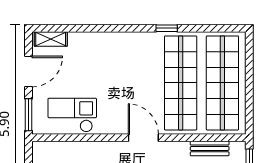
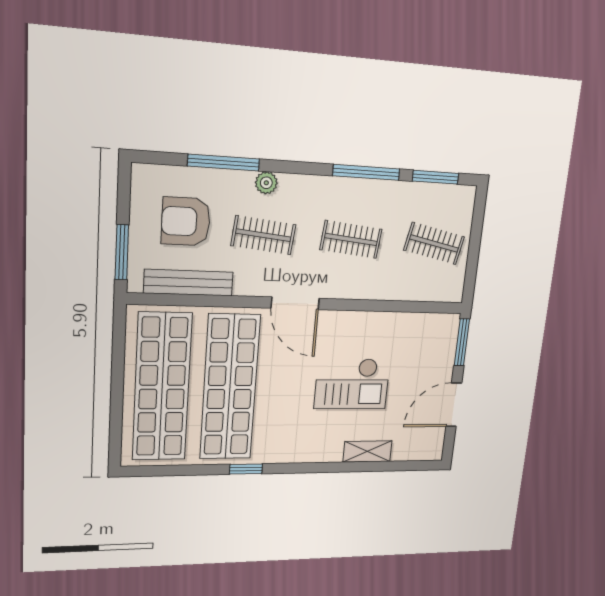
shelving: (51, 39) -> (367, 451), moved
checkout: (72, 115) -> (352, 384), moved
bench: (210, 148) -> (189, 283), width x1.36

